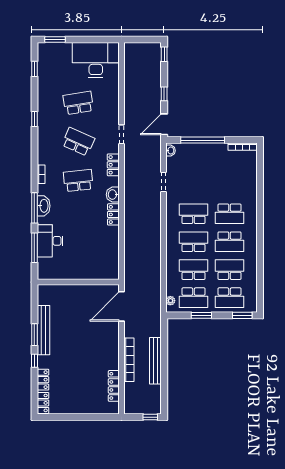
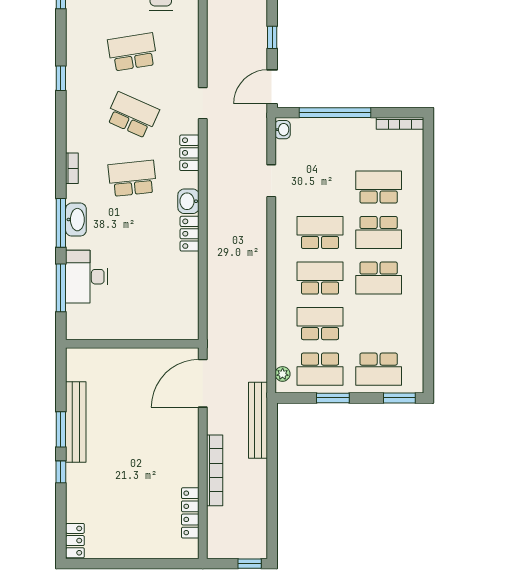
school desk: (230, 270) -> (379, 187), moved
bench: (155, 361) -> (258, 420), moved
locker: (43, 380) -> (75, 503), removed

